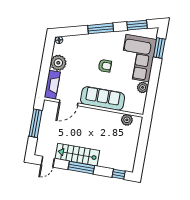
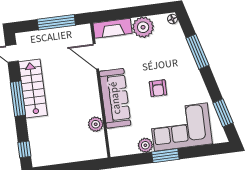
window: (101, 28) -> (197, 52), moved
window: (159, 48) -> (165, 156), moved
plant: (127, 120) -> (96, 124), moved

